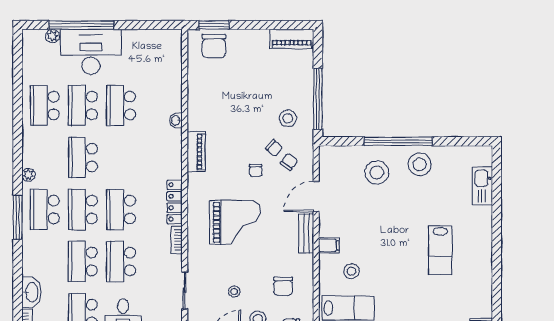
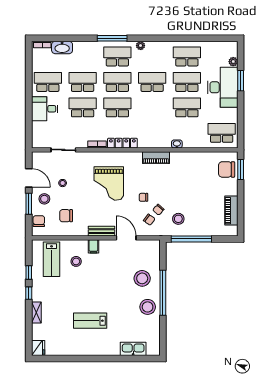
window: (81, 25) -> (241, 81), width x0.47
piano: (292, 39) -> (231, 211), moved
school desk: (159, 53) -> (222, 133), added

